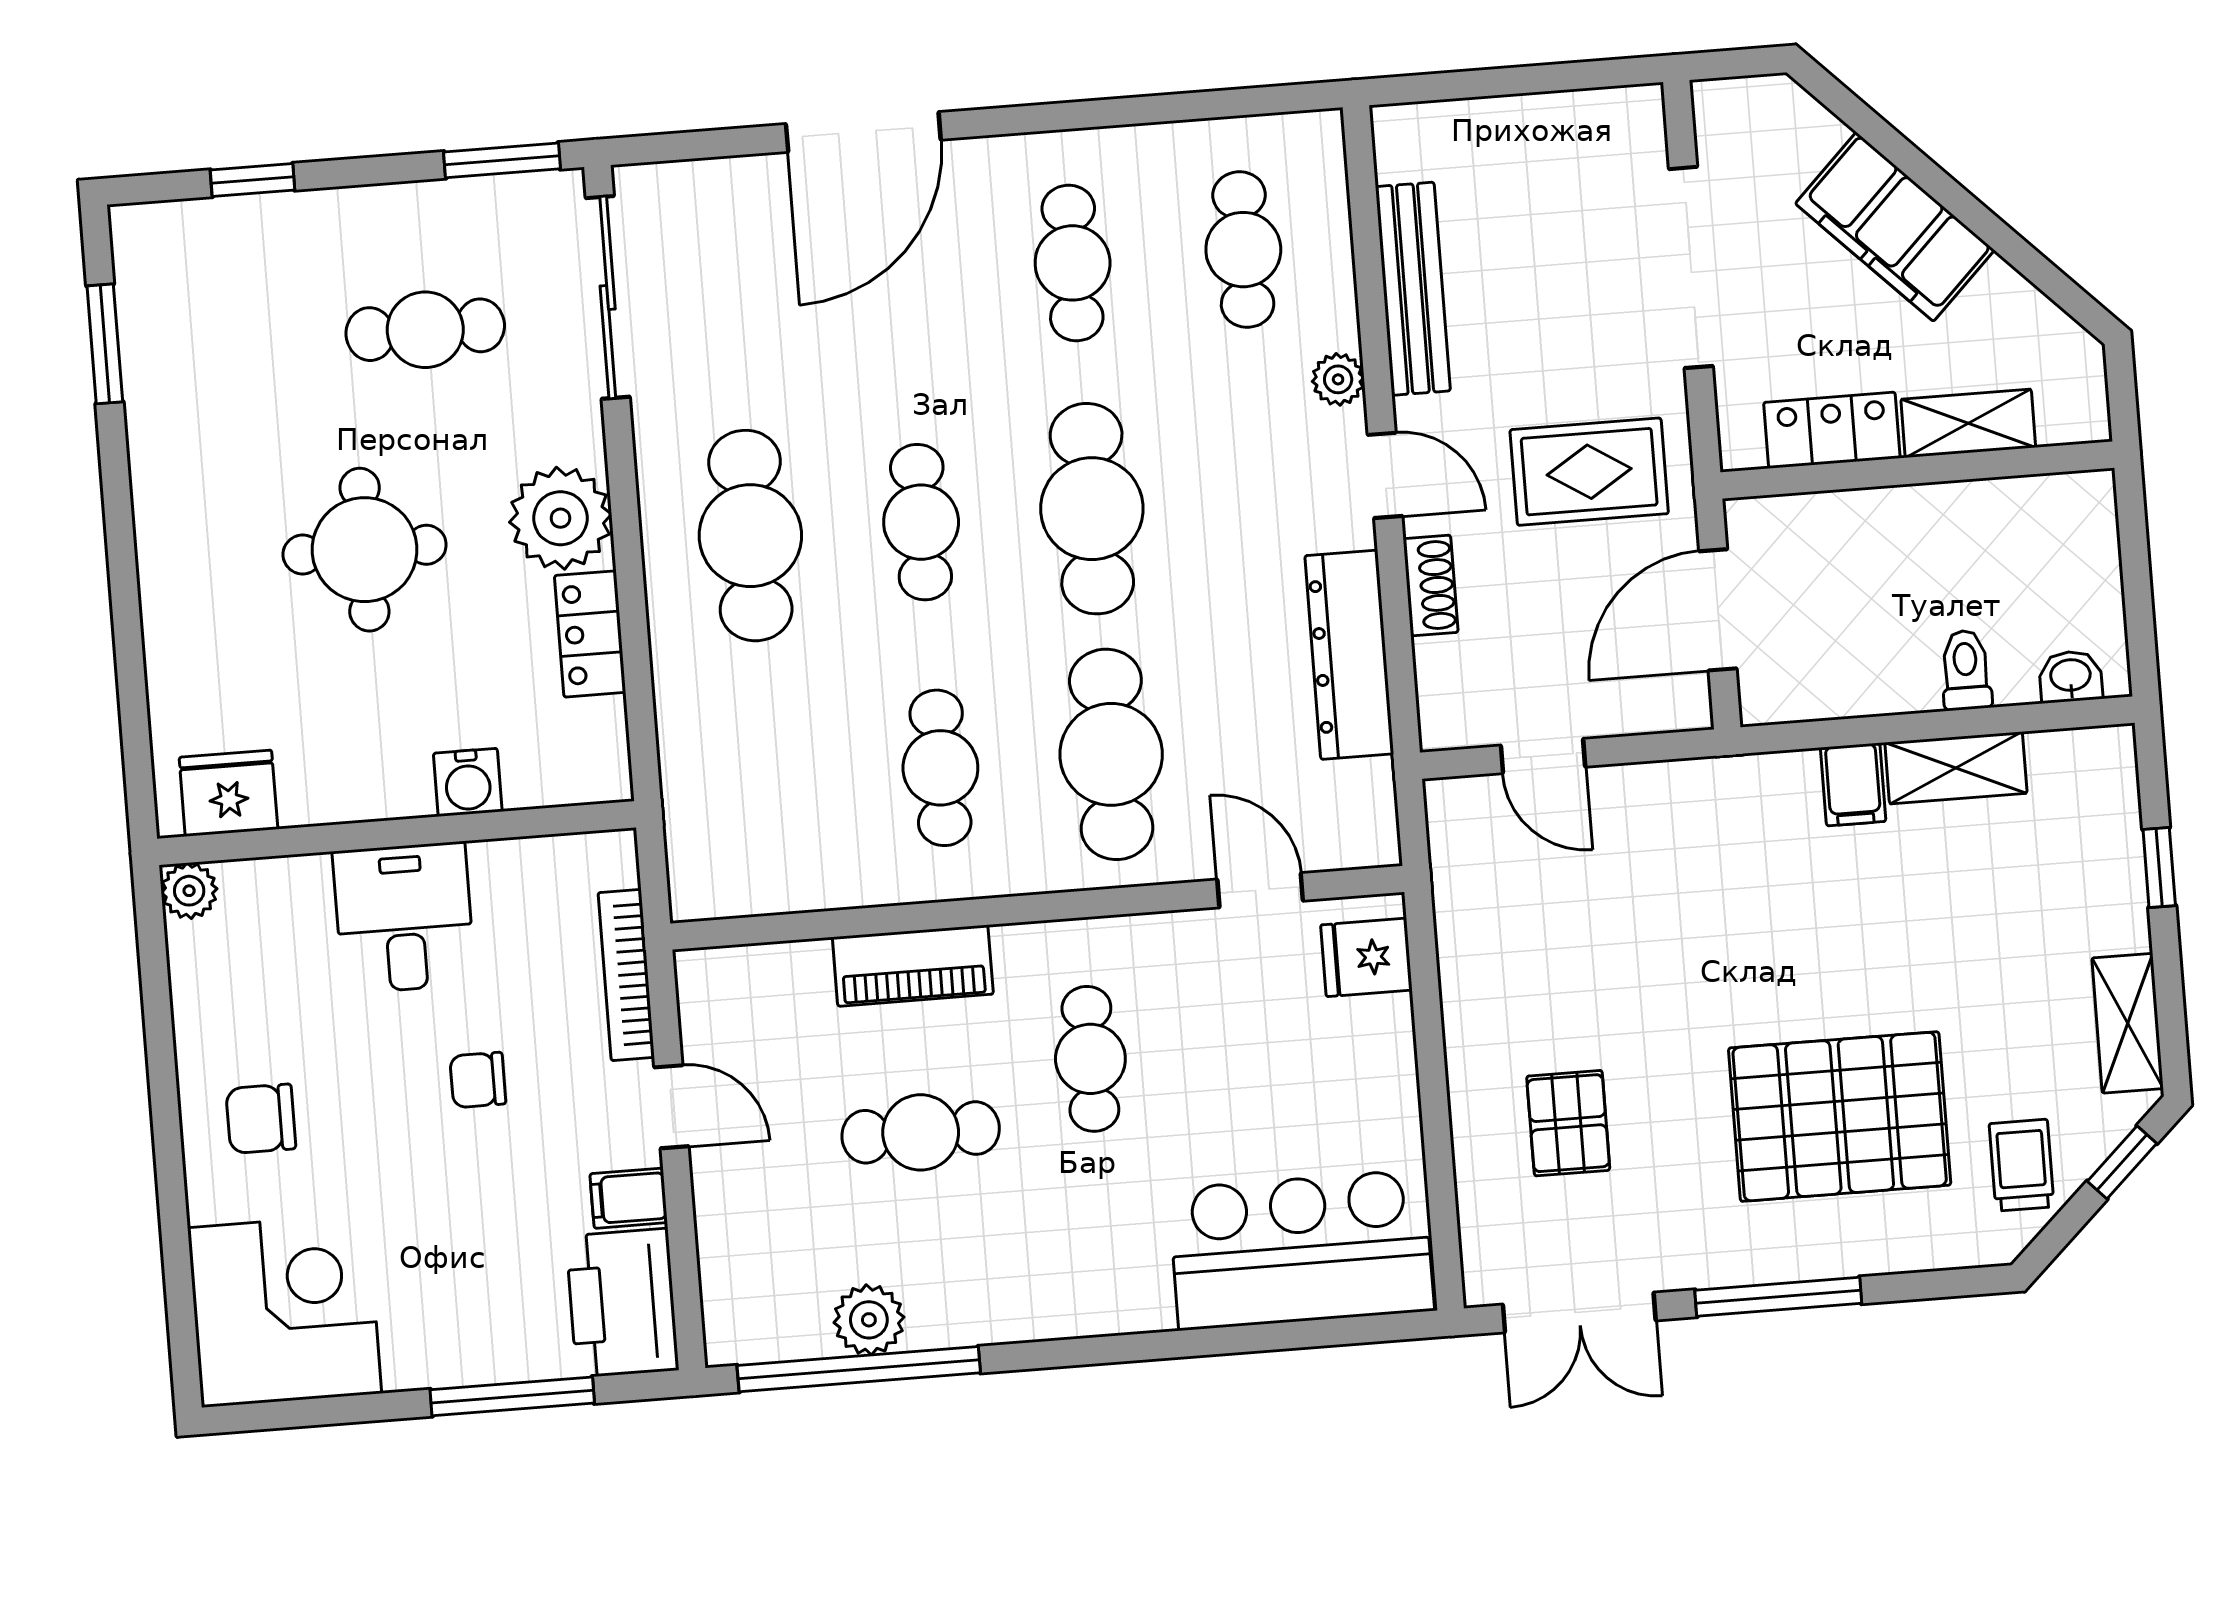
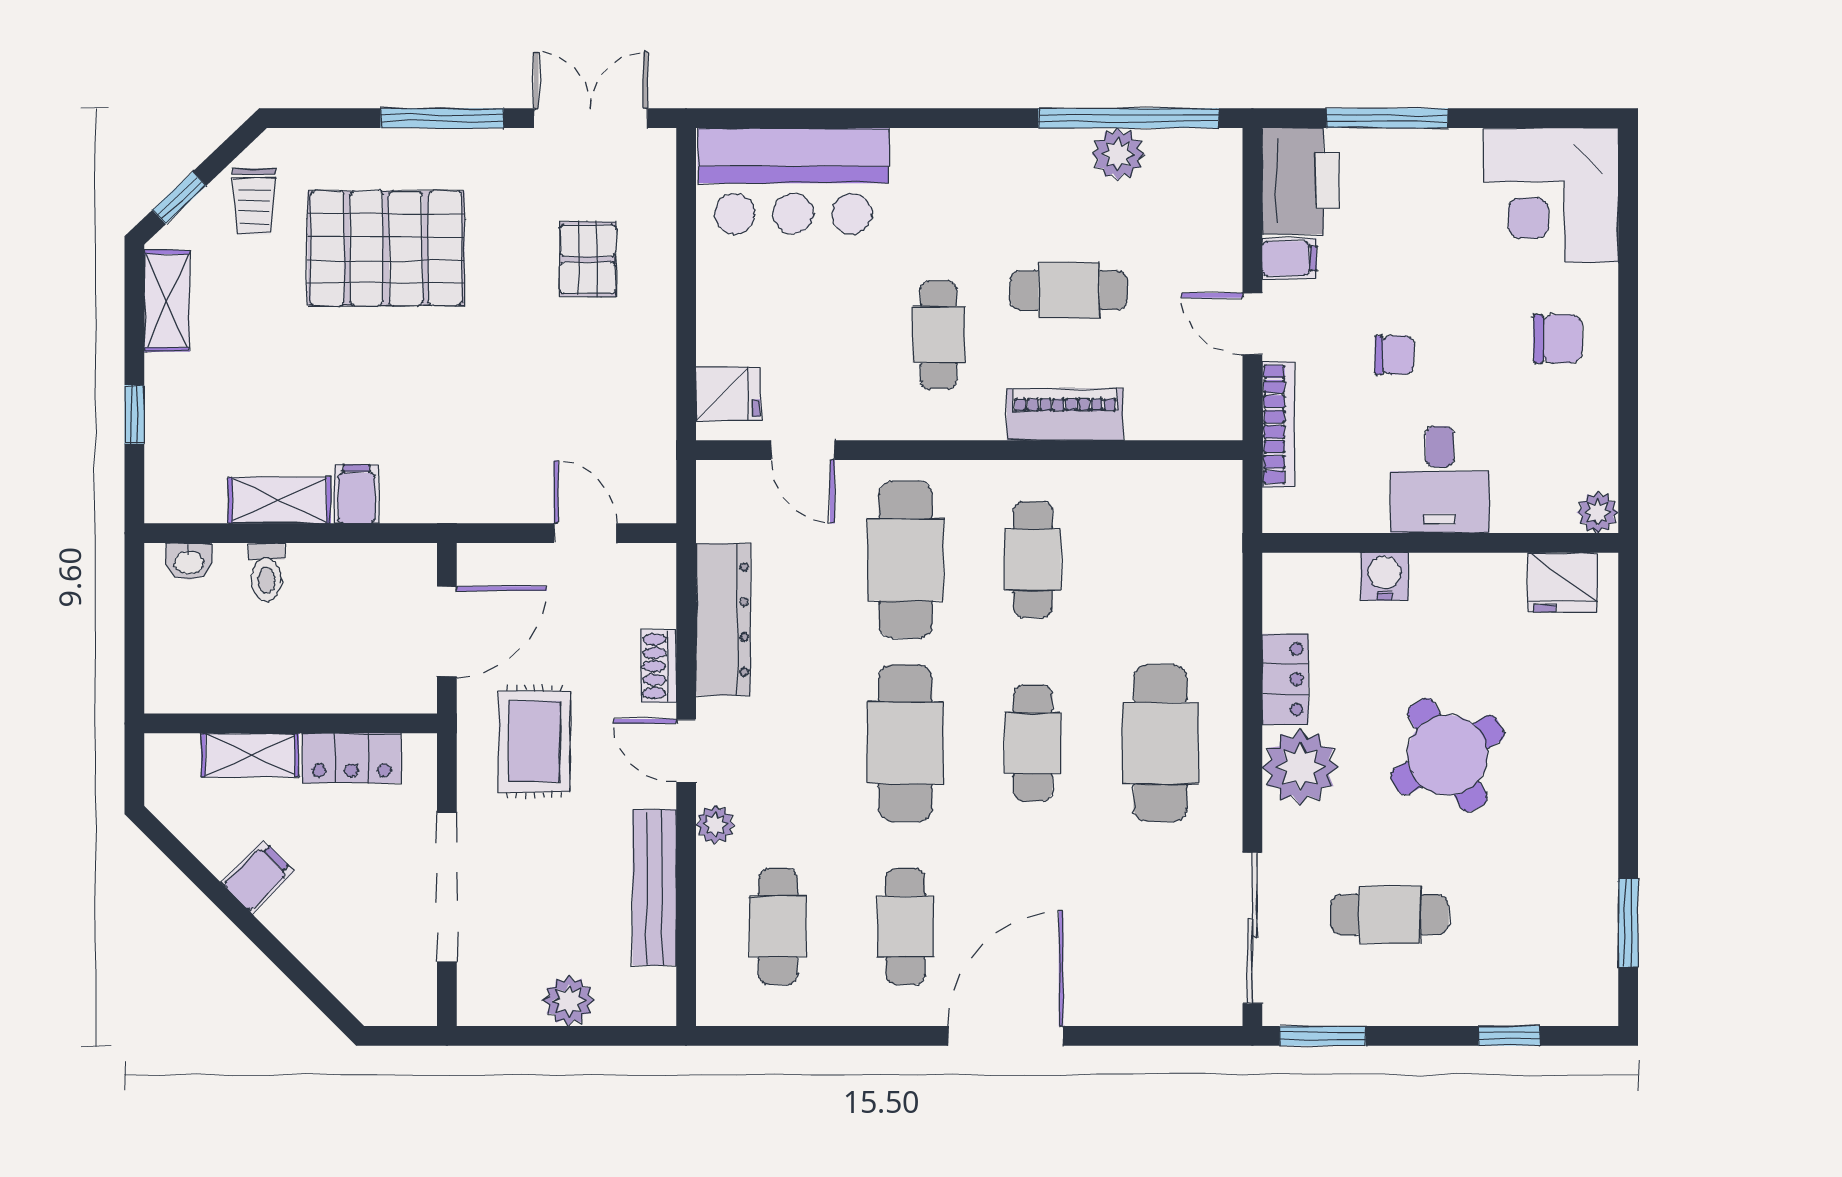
plant: (1516, 128) -> (569, 1001), added
door: (863, 132) -> (1006, 1036), moved
filing cabinet: (1895, 227) -> (258, 877), width x0.33, depth x0.86
rug: (1589, 472) -> (534, 741), turned 90
round table: (365, 550) -> (1447, 755), turned -30

